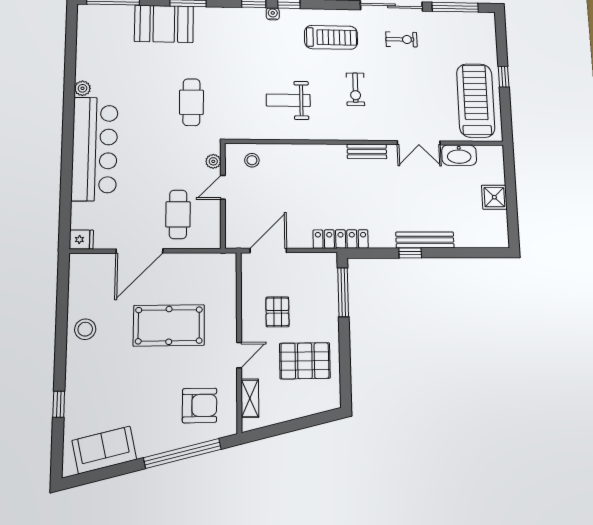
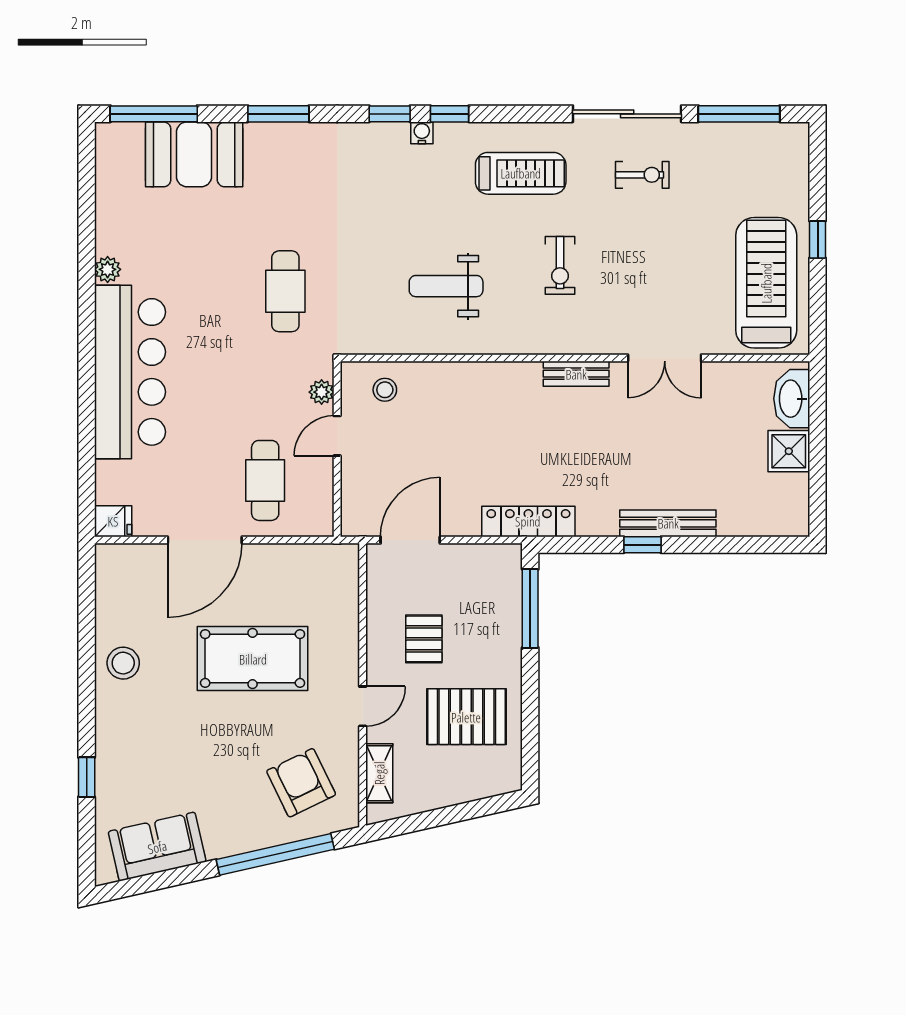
booth: (164, 24) -> (194, 154), moved
washbasin: (459, 155) -> (792, 399), moved, turned 90
armchair: (200, 405) -> (301, 783), turned -116

